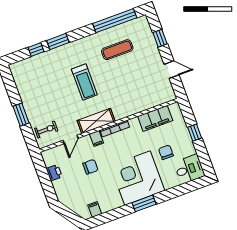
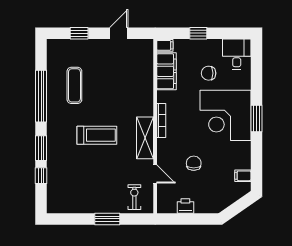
window: (115, 21) -> (41, 96), moved
filing cabinet: (96, 139) -> (165, 45), moved

